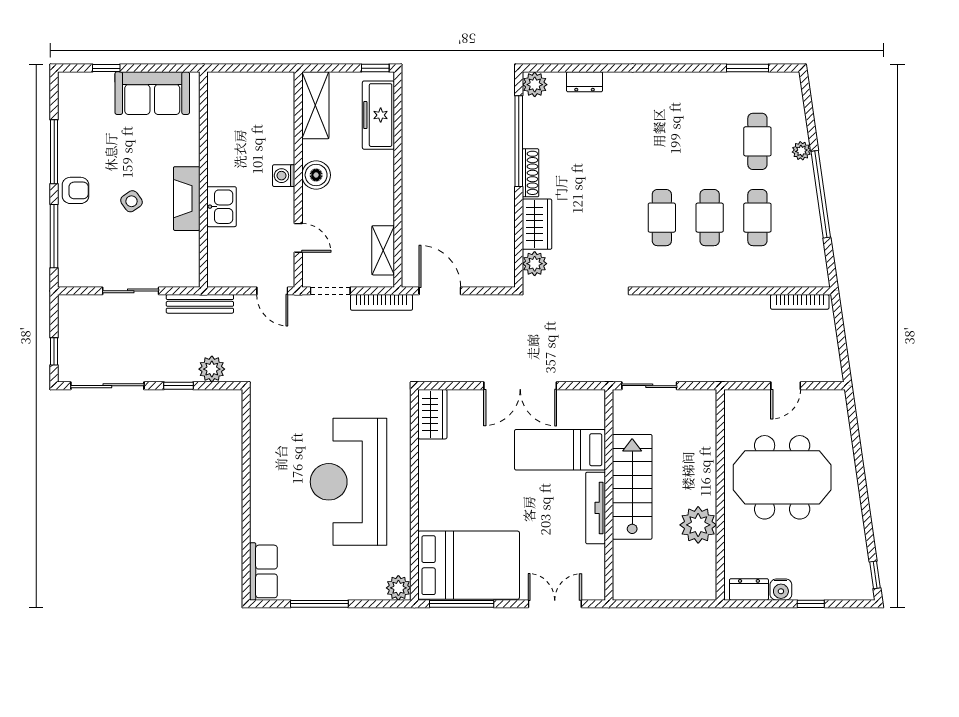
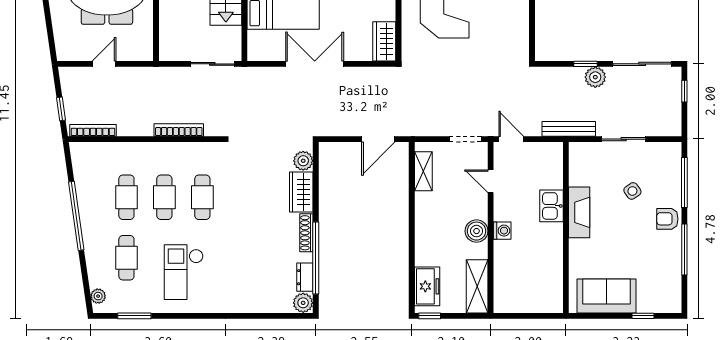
dresser: (585, 82) -> (305, 277), moved, turned -90
freezer: (378, 115) -> (427, 286), width x0.71
checkout: (685, 123) -> (184, 272), added
plant: (801, 151) -> (98, 296), moved
side table: (131, 201) -> (632, 191), moved
door: (440, 291) -> (378, 139), hinge flipped
bookcase: (382, 302) -> (179, 130), moved
window: (840, 329) -> (61, 109), added
plant: (212, 369) -> (595, 77), moved

